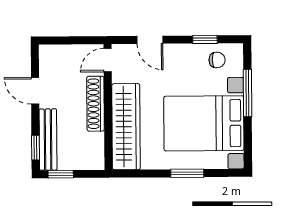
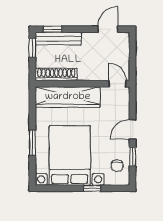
door: (150, 40) -> (133, 129), moved
door: (35, 91) -> (108, 29), moved
window: (247, 93) -> (92, 188), width x0.46
shoe rack: (95, 104) -> (56, 74), moved

